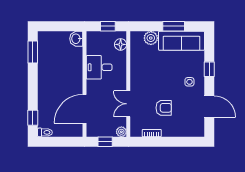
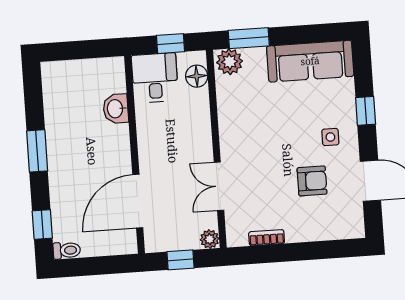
window: (174, 26) -> (249, 38), moved
plant: (151, 38) -> (230, 62), moved
washbasin: (76, 39) -> (116, 109), moved
window: (33, 52) -> (37, 151), moved
desk: (99, 67) -> (155, 78), moved, turned 90
armchair: (164, 108) -> (312, 181), moved

